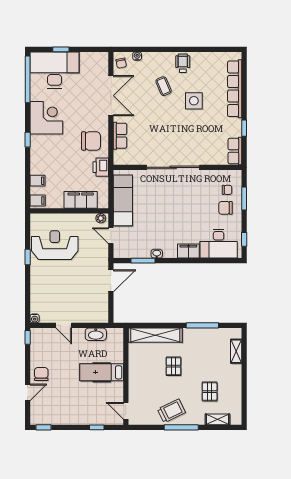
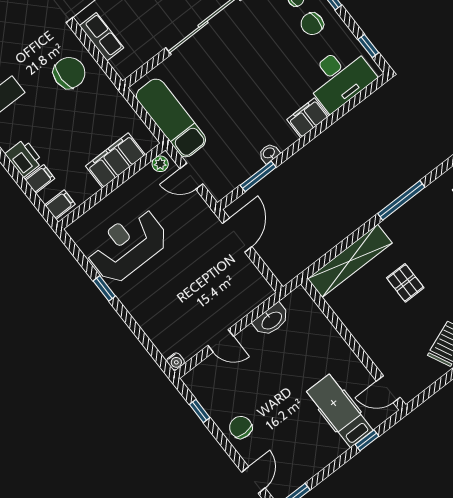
printer: (101, 167) -> (24, 158), moved, turned 180
window: (28, 337) -> (200, 411), moved
hospital bed: (102, 372) -> (340, 411), moved, turned 90
door: (28, 392) -> (253, 480), moved

